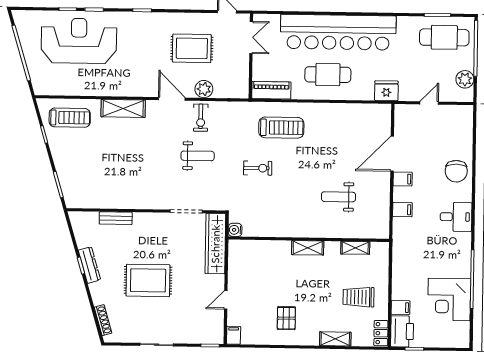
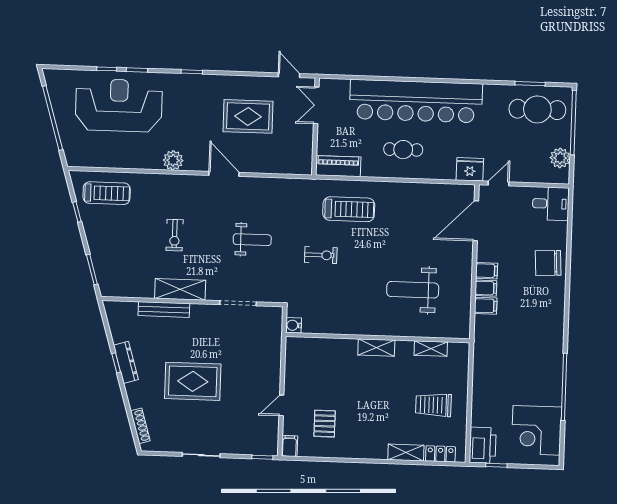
double door: (251, 37) -> (316, 105), swing flipped
cafe table: (328, 75) -> (403, 150), width x0.73, depth x0.74
plant: (204, 89) -> (173, 160), moved
door: (429, 103) -> (498, 183), moved
shelving: (123, 108) -> (180, 289), moved
exercise bike: (201, 118) -> (175, 235), moved
door: (392, 154) -> (476, 221), moved
chair: (456, 171) -> (548, 263), turned 87
weight bench: (338, 197) -> (413, 290), width x1.36, depth x1.33
desk: (456, 217) -> (551, 204), moved
bench: (116, 218) -> (164, 309), width x1.36
wardrobe: (215, 244) -> (271, 341), removed
corner desk: (449, 299) -> (537, 430), moved
filing cabinet: (400, 308) -> (486, 288), moved
pallet: (286, 318) -> (325, 424), moved
locker: (381, 333) -> (440, 454), moved, turned 90

